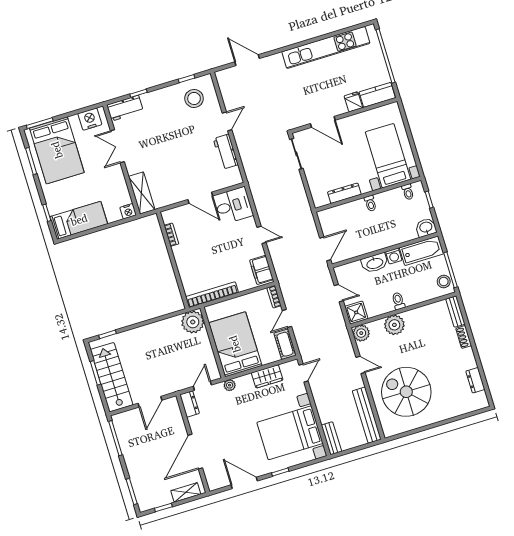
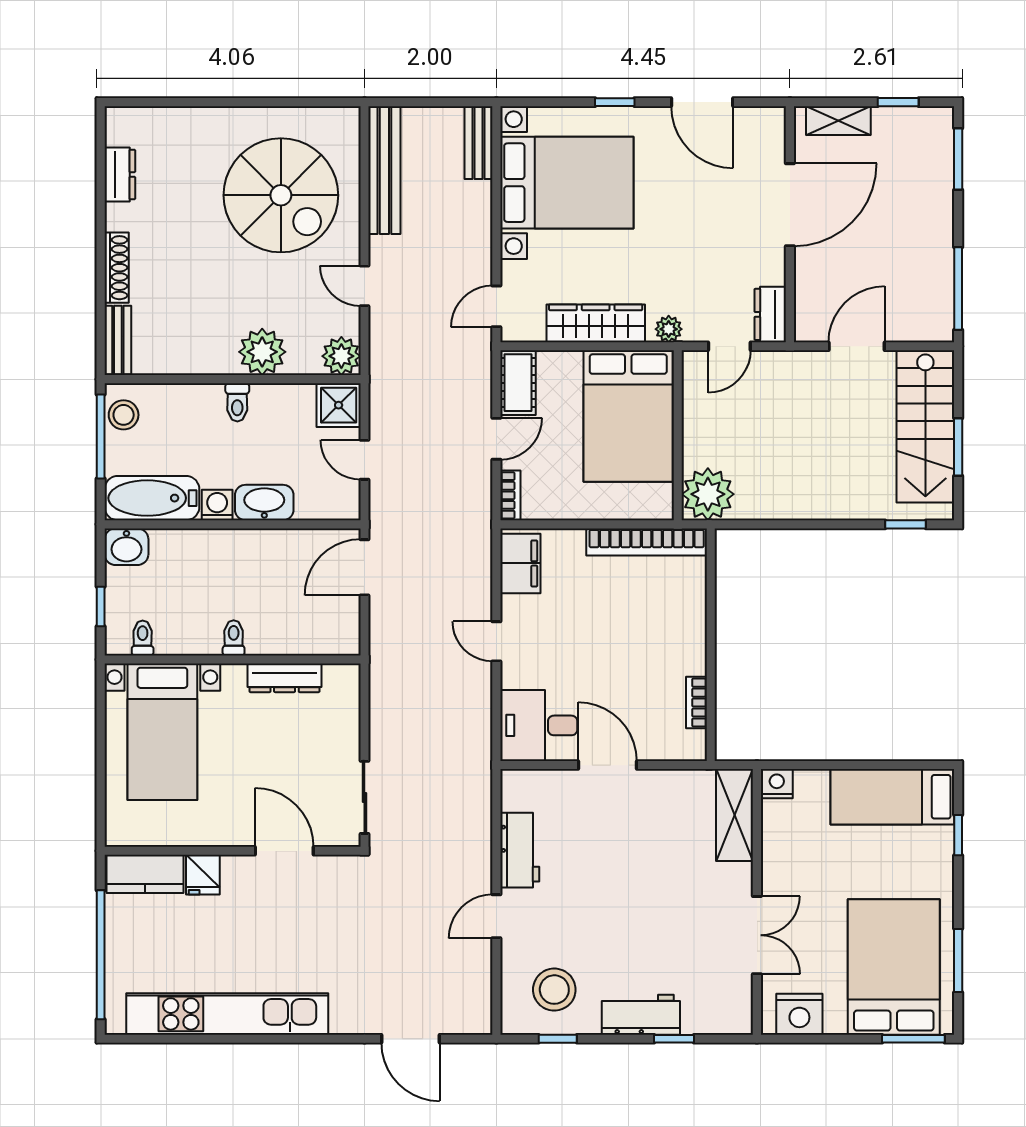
workbench: (125, 108) -> (641, 1015), moved
shoe rack: (464, 337) -> (117, 268), width x1.43
wardrobe: (267, 376) -> (596, 323), width x1.50

